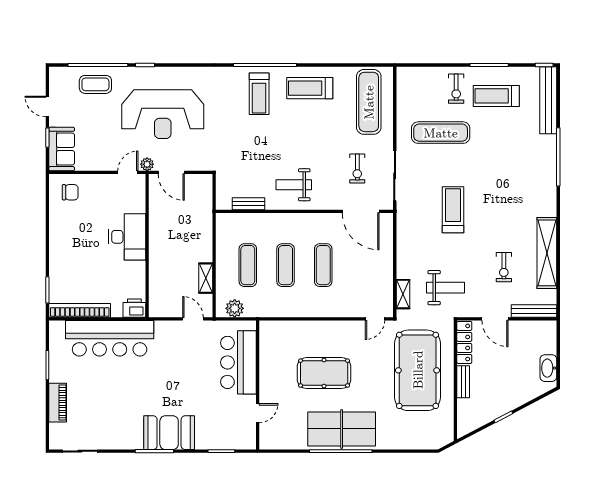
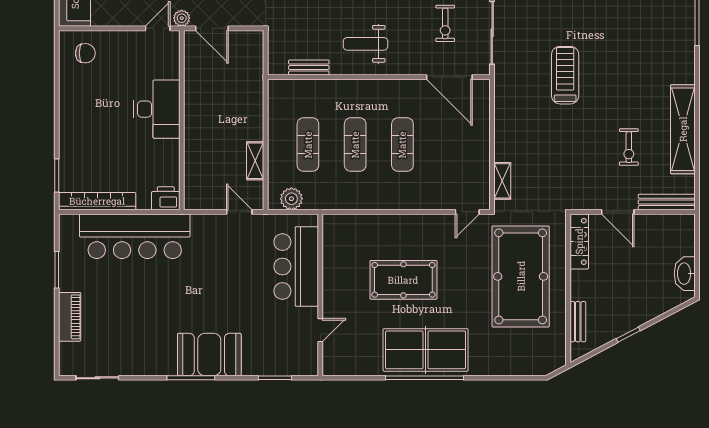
weight bench: (445, 288) -> (556, 173), removed
bench: (463, 382) -> (578, 322), moved

